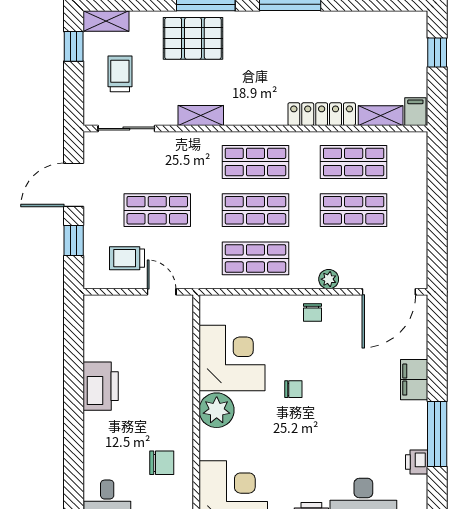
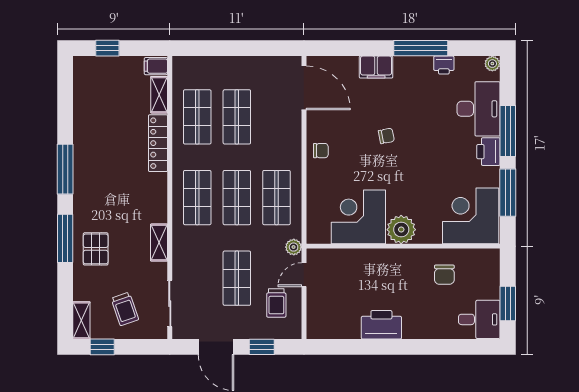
pallet: (193, 38) -> (96, 249), width x0.67, depth x0.71
trolley: (120, 74) -> (125, 309), turned -109
plant: (329, 279) -> (294, 247), moved
chair: (293, 389) -> (386, 136), moved, turned 79
chair: (162, 463) -> (444, 275), turned 180

